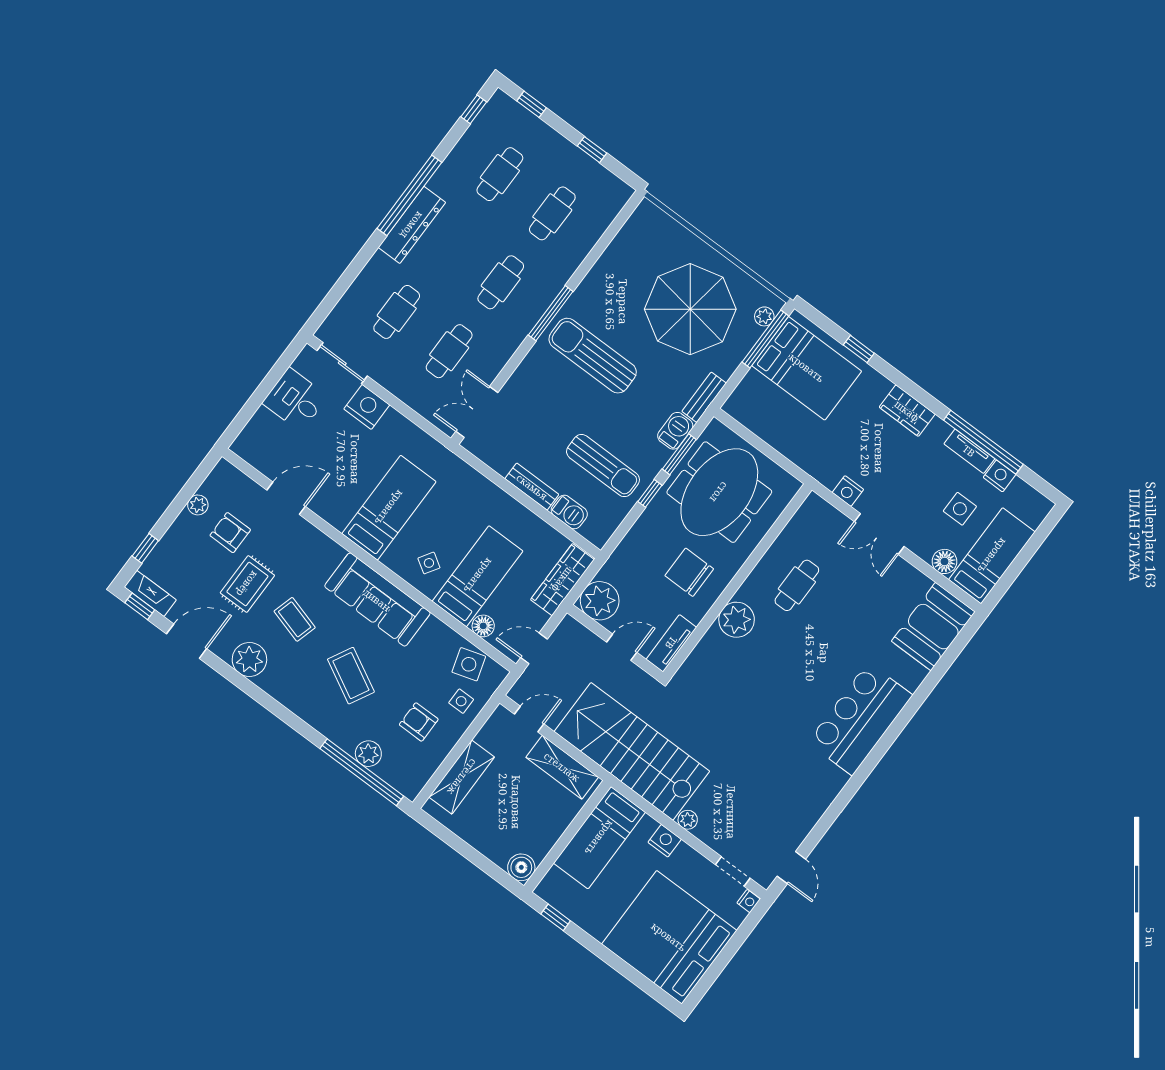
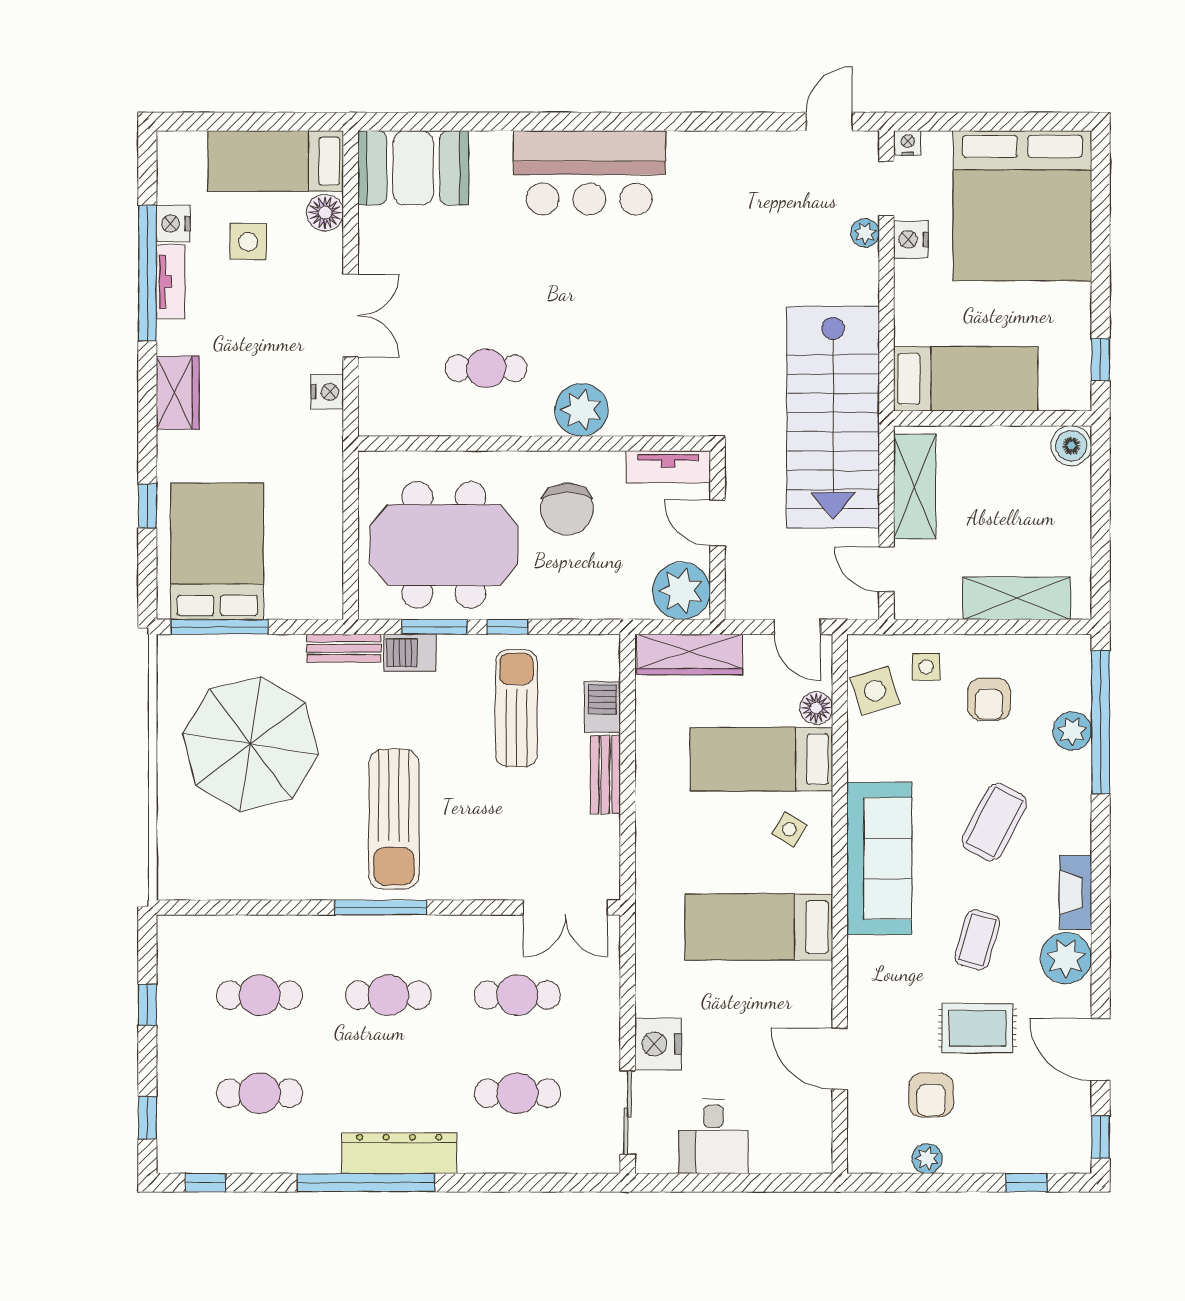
plant: (764, 316) -> (193, 648), removed
fireplace: (150, 593) -> (1076, 892), moved
plant: (688, 820) -> (865, 233), moved
nightstand: (665, 841) -> (911, 239), moved

